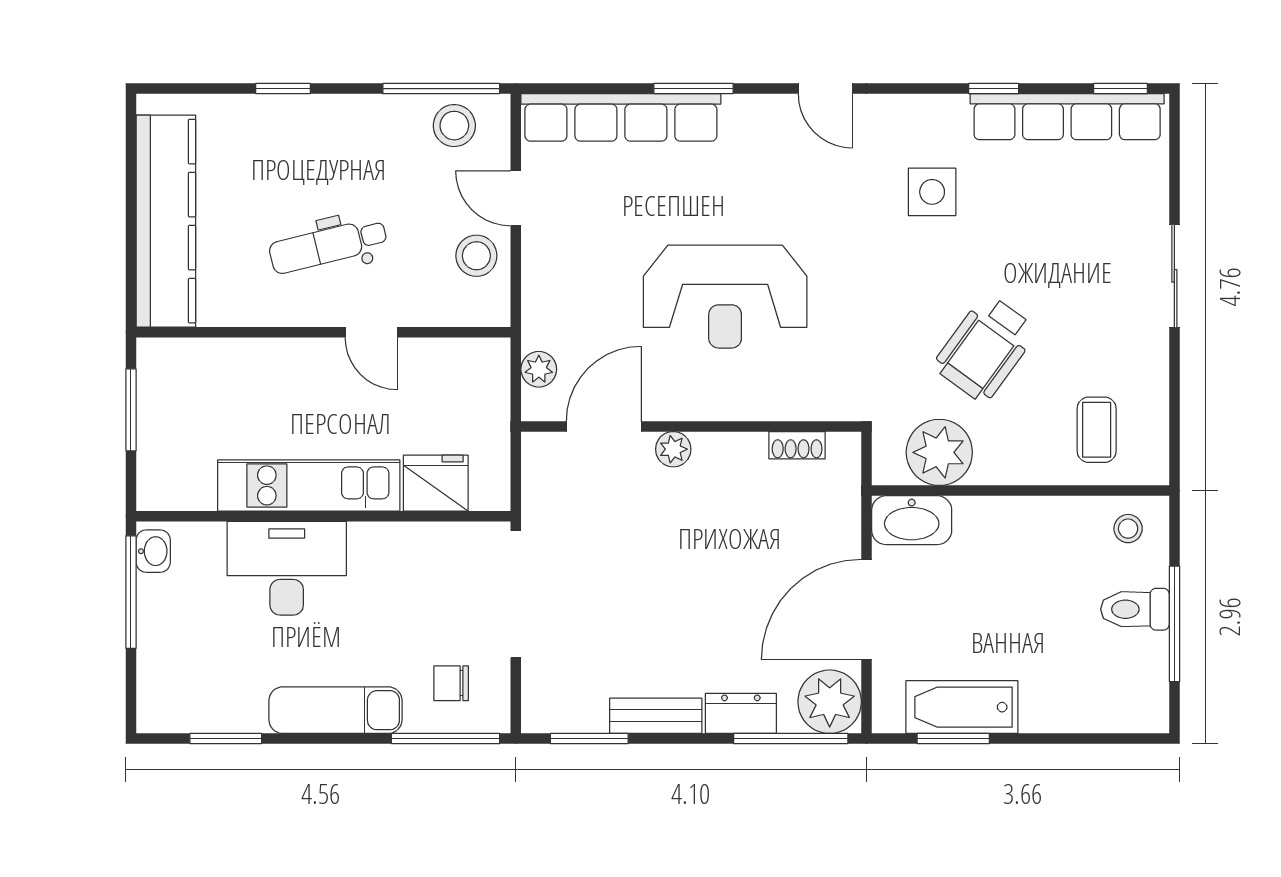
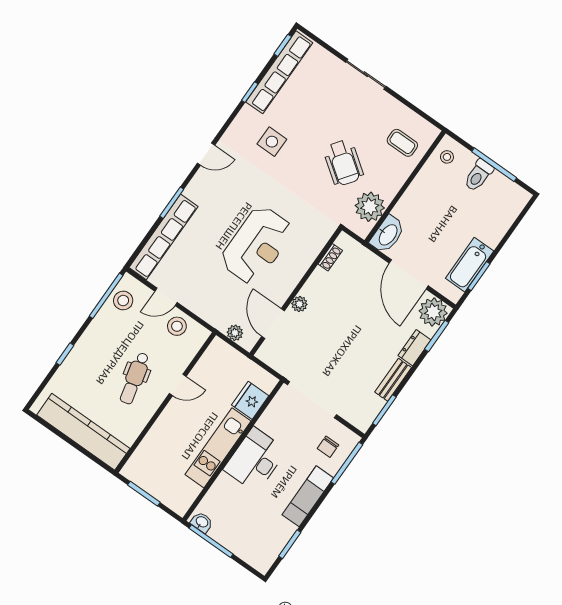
desk: (287, 568) -> (255, 460), moved
window: (791, 739) -> (437, 336), width x0.69

